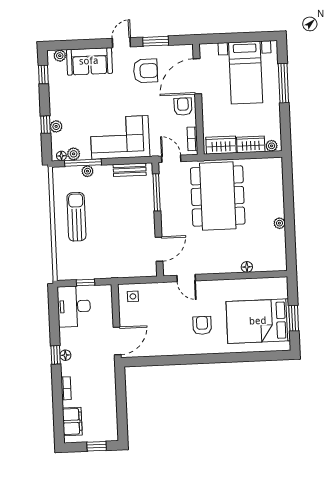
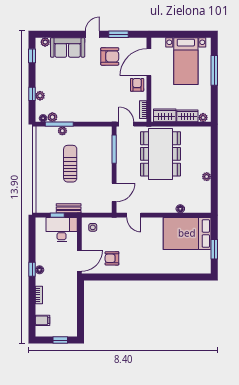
corner sofa: (120, 137) -> (88, 106), removed
bench: (130, 170) -> (69, 208), moved
sun lounger: (76, 217) -> (70, 164), moved
desk: (74, 306) -> (62, 230), moved, turned 90
bed: (258, 321) -> (187, 233), moved
armchair: (202, 325) -> (112, 258), moved, turned -90
filing cabinet: (72, 421) -> (43, 320), width x0.50

